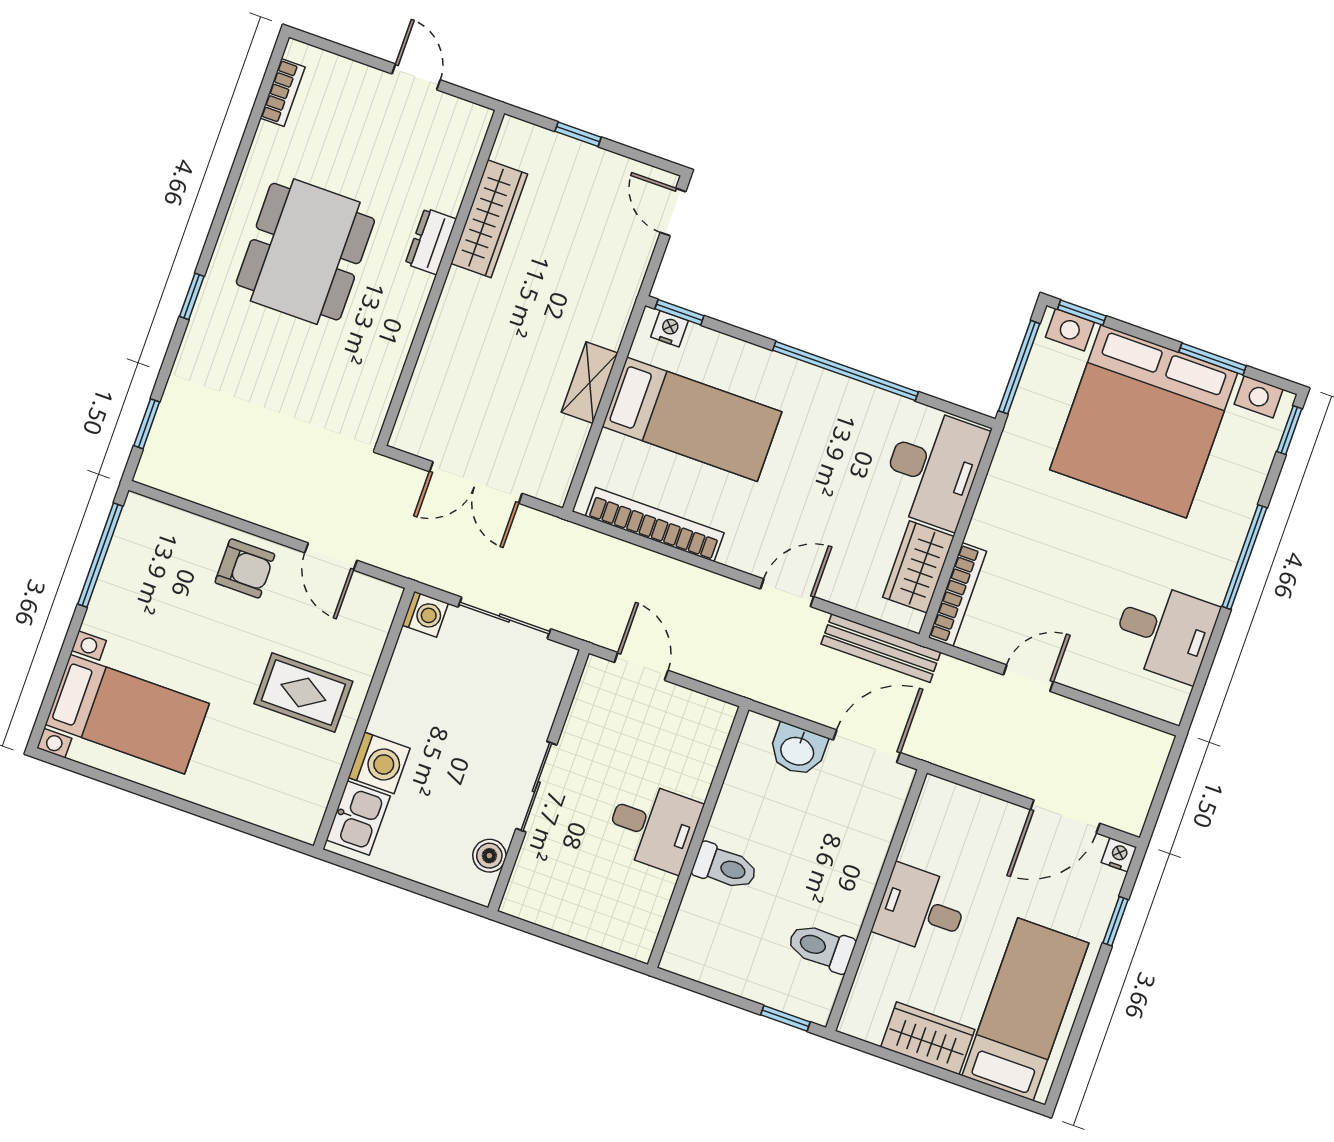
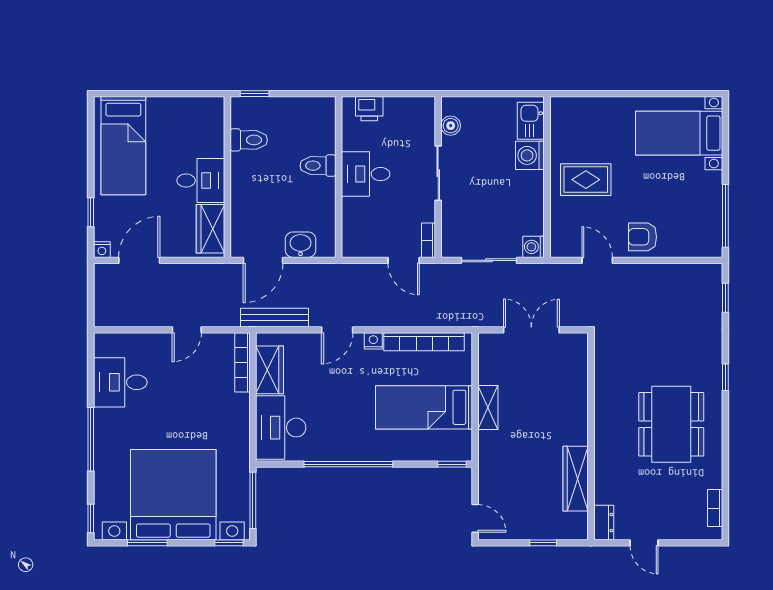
dresser: (431, 241) -> (604, 523), moved
nightstand: (670, 329) -> (373, 341), moved, turned 180
bookcase: (590, 685) -> (428, 240), added
printer: (610, 929) -> (369, 109), added
wardrobe: (928, 1038) -> (210, 229), moved, turned 90

